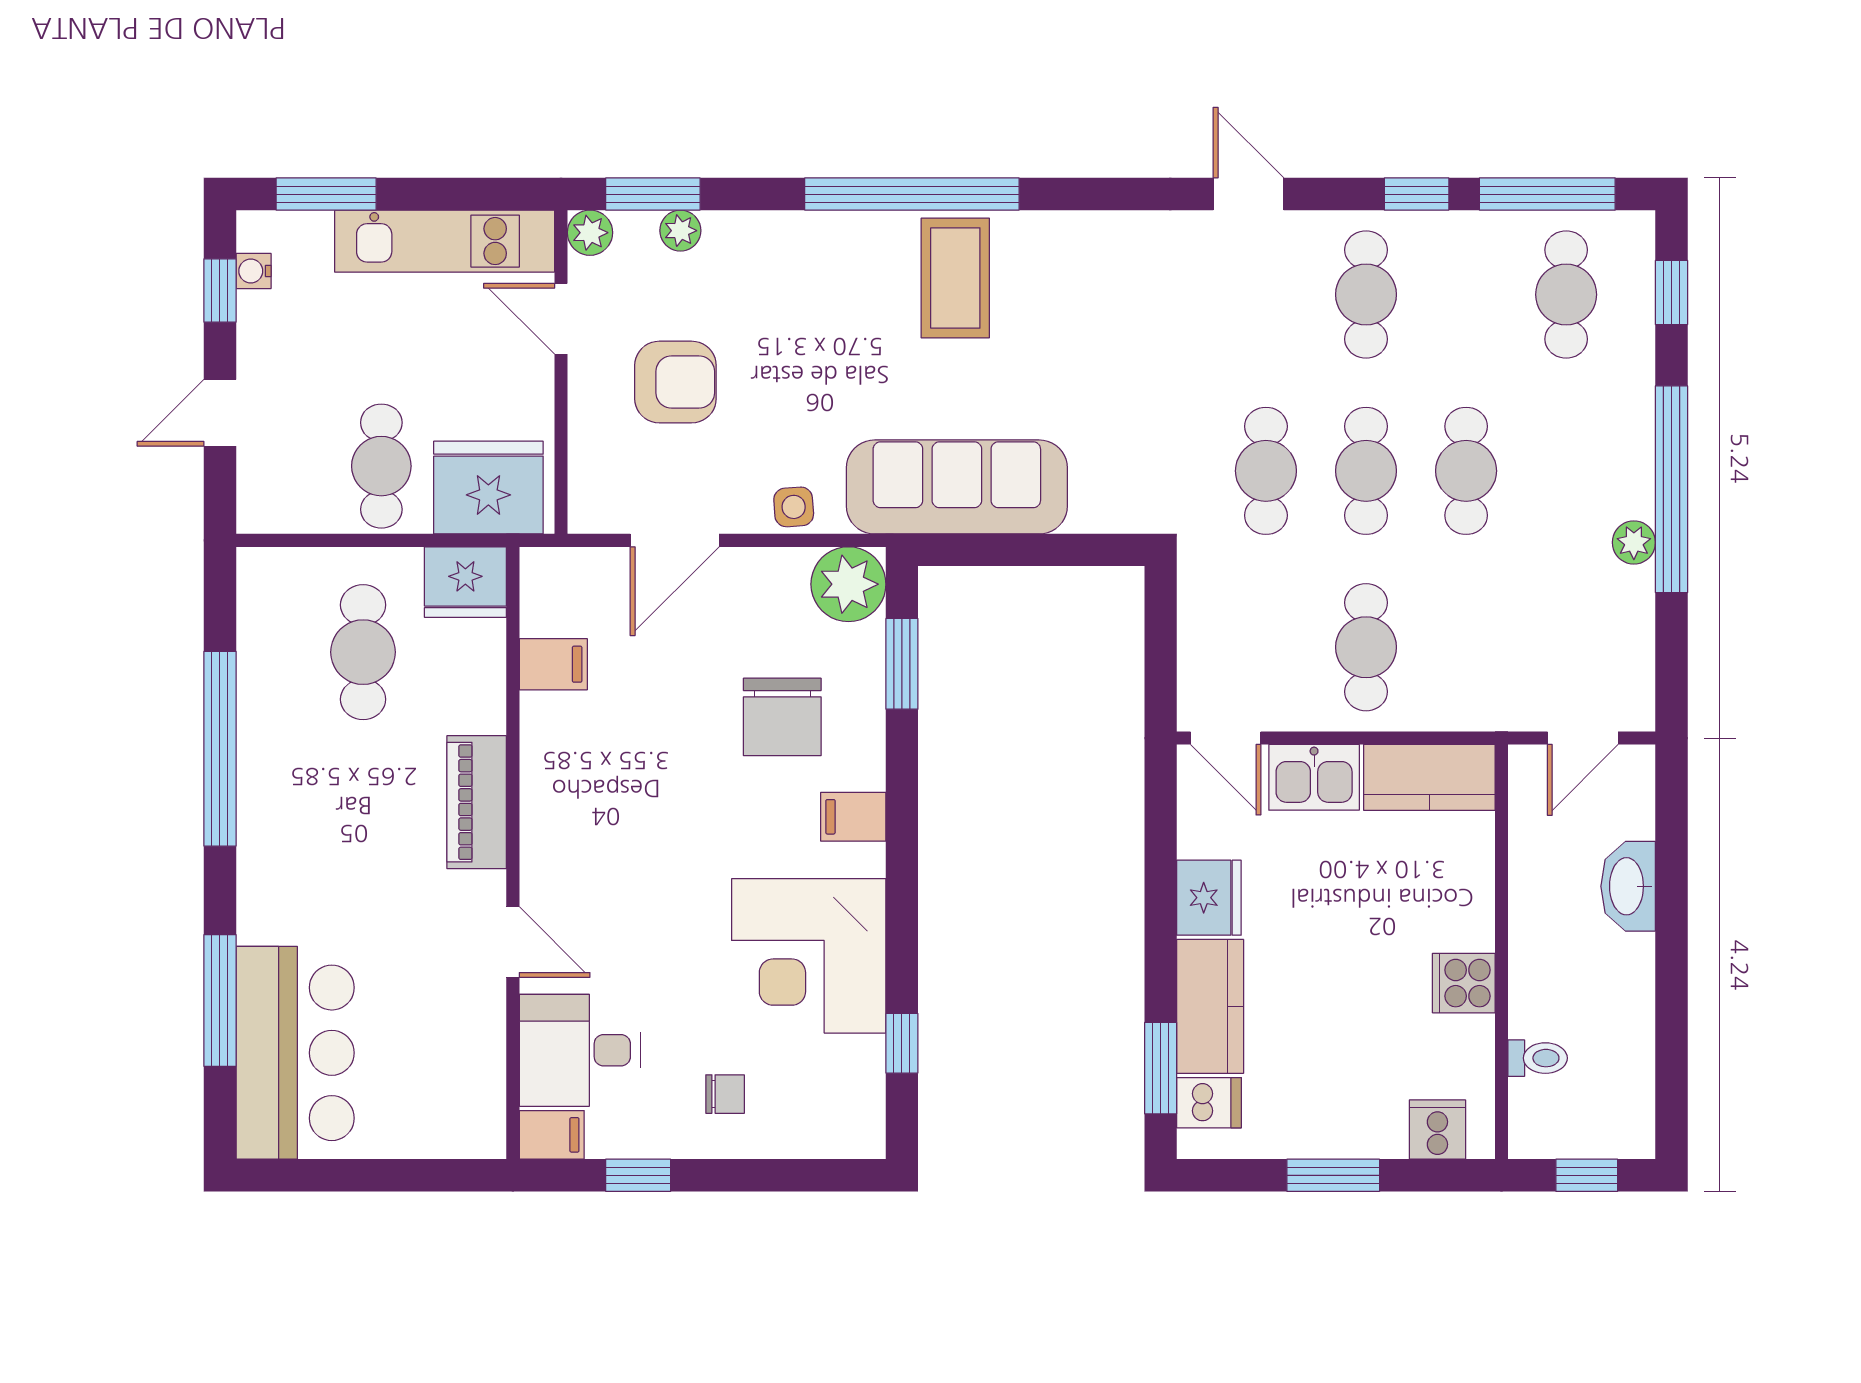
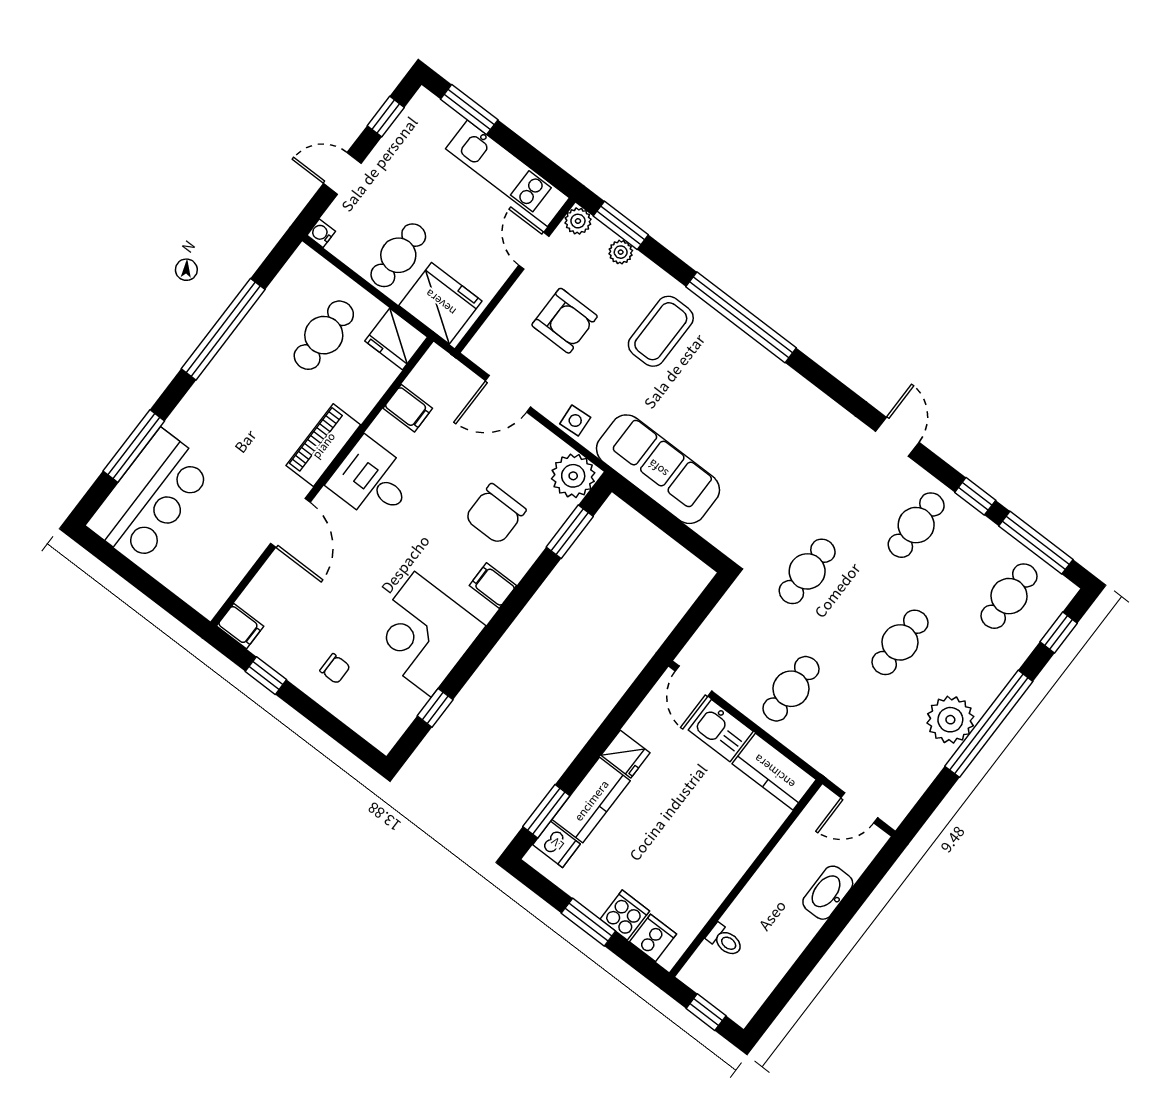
water cooler: (254, 271) -> (321, 233), moved
coffee table: (955, 278) -> (661, 331), moved
cafe table: (1366, 471) -> (854, 607), removed
plant: (1634, 542) -> (950, 720), width x1.87, depth x1.87
fridge: (1209, 898) -> (626, 754), width x0.72
door: (513, 942) -> (290, 523), width x1.38
cooker: (1464, 983) -> (625, 915), moved, turned 90
desk: (580, 1050) -> (372, 480), moved

